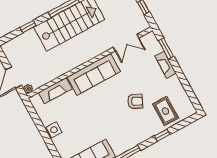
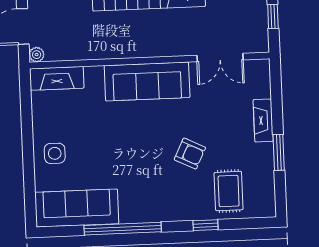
window: (166, 49) -> (279, 152), moved
fireplace: (55, 91) -> (57, 78), moved
side table: (54, 130) -> (55, 153), moved

